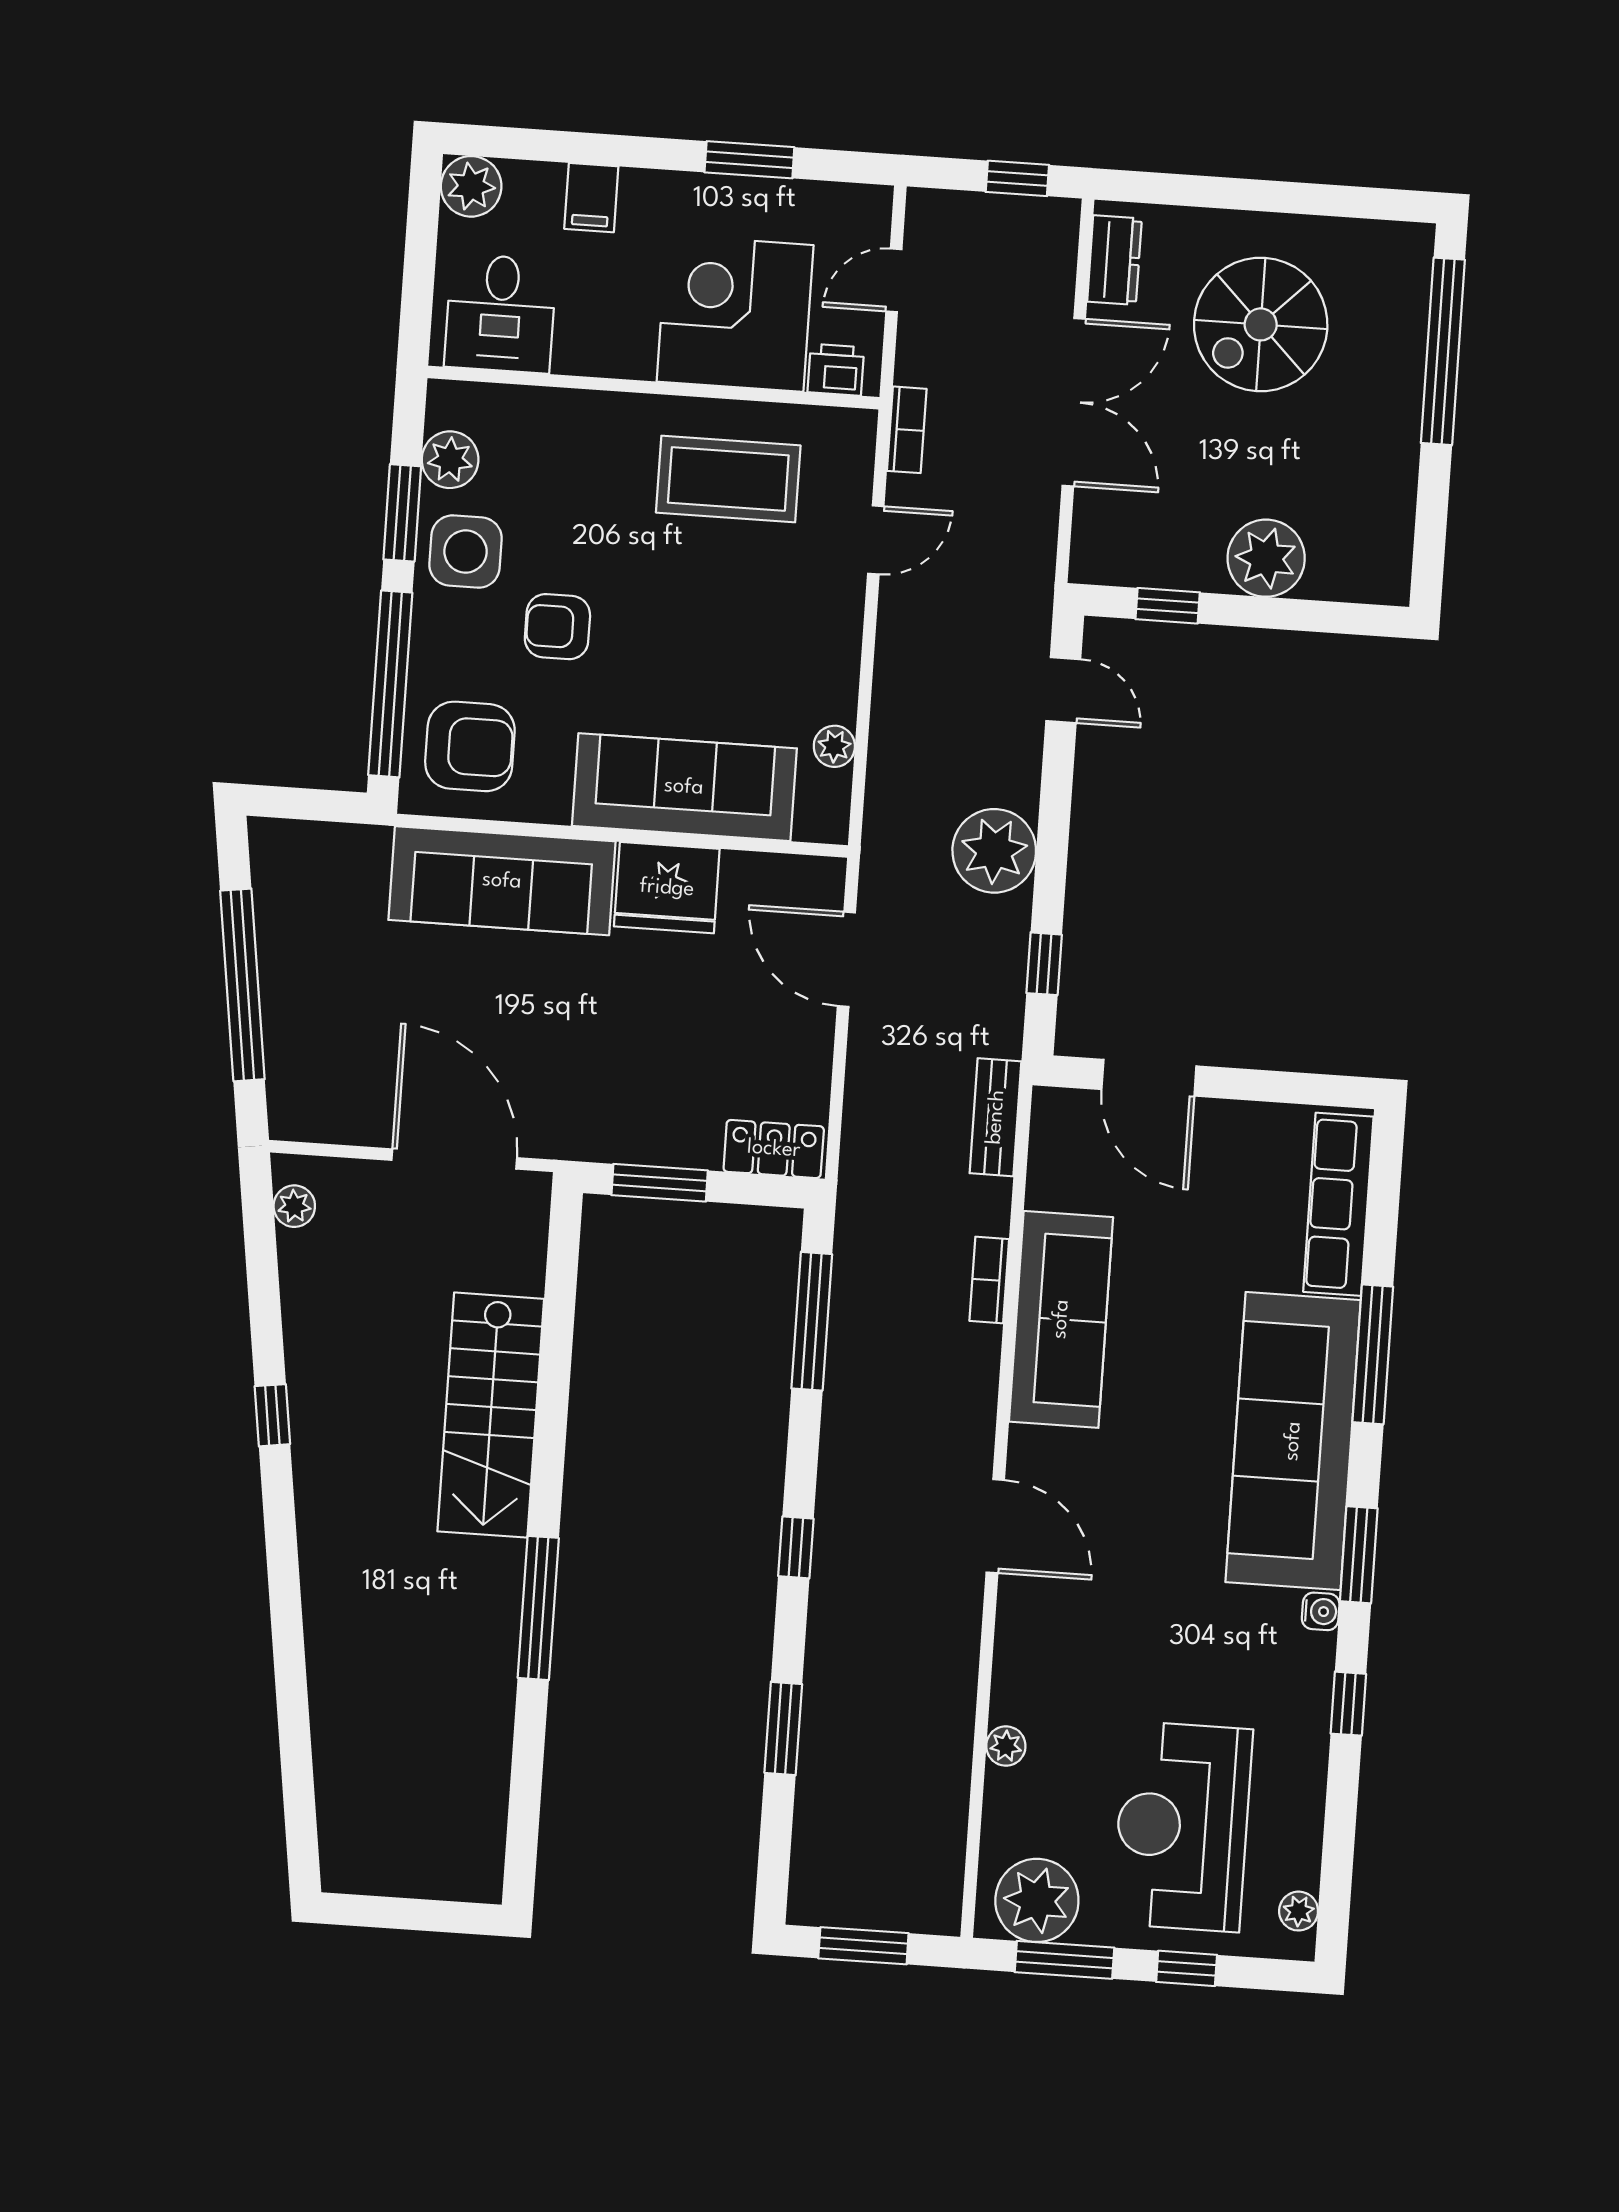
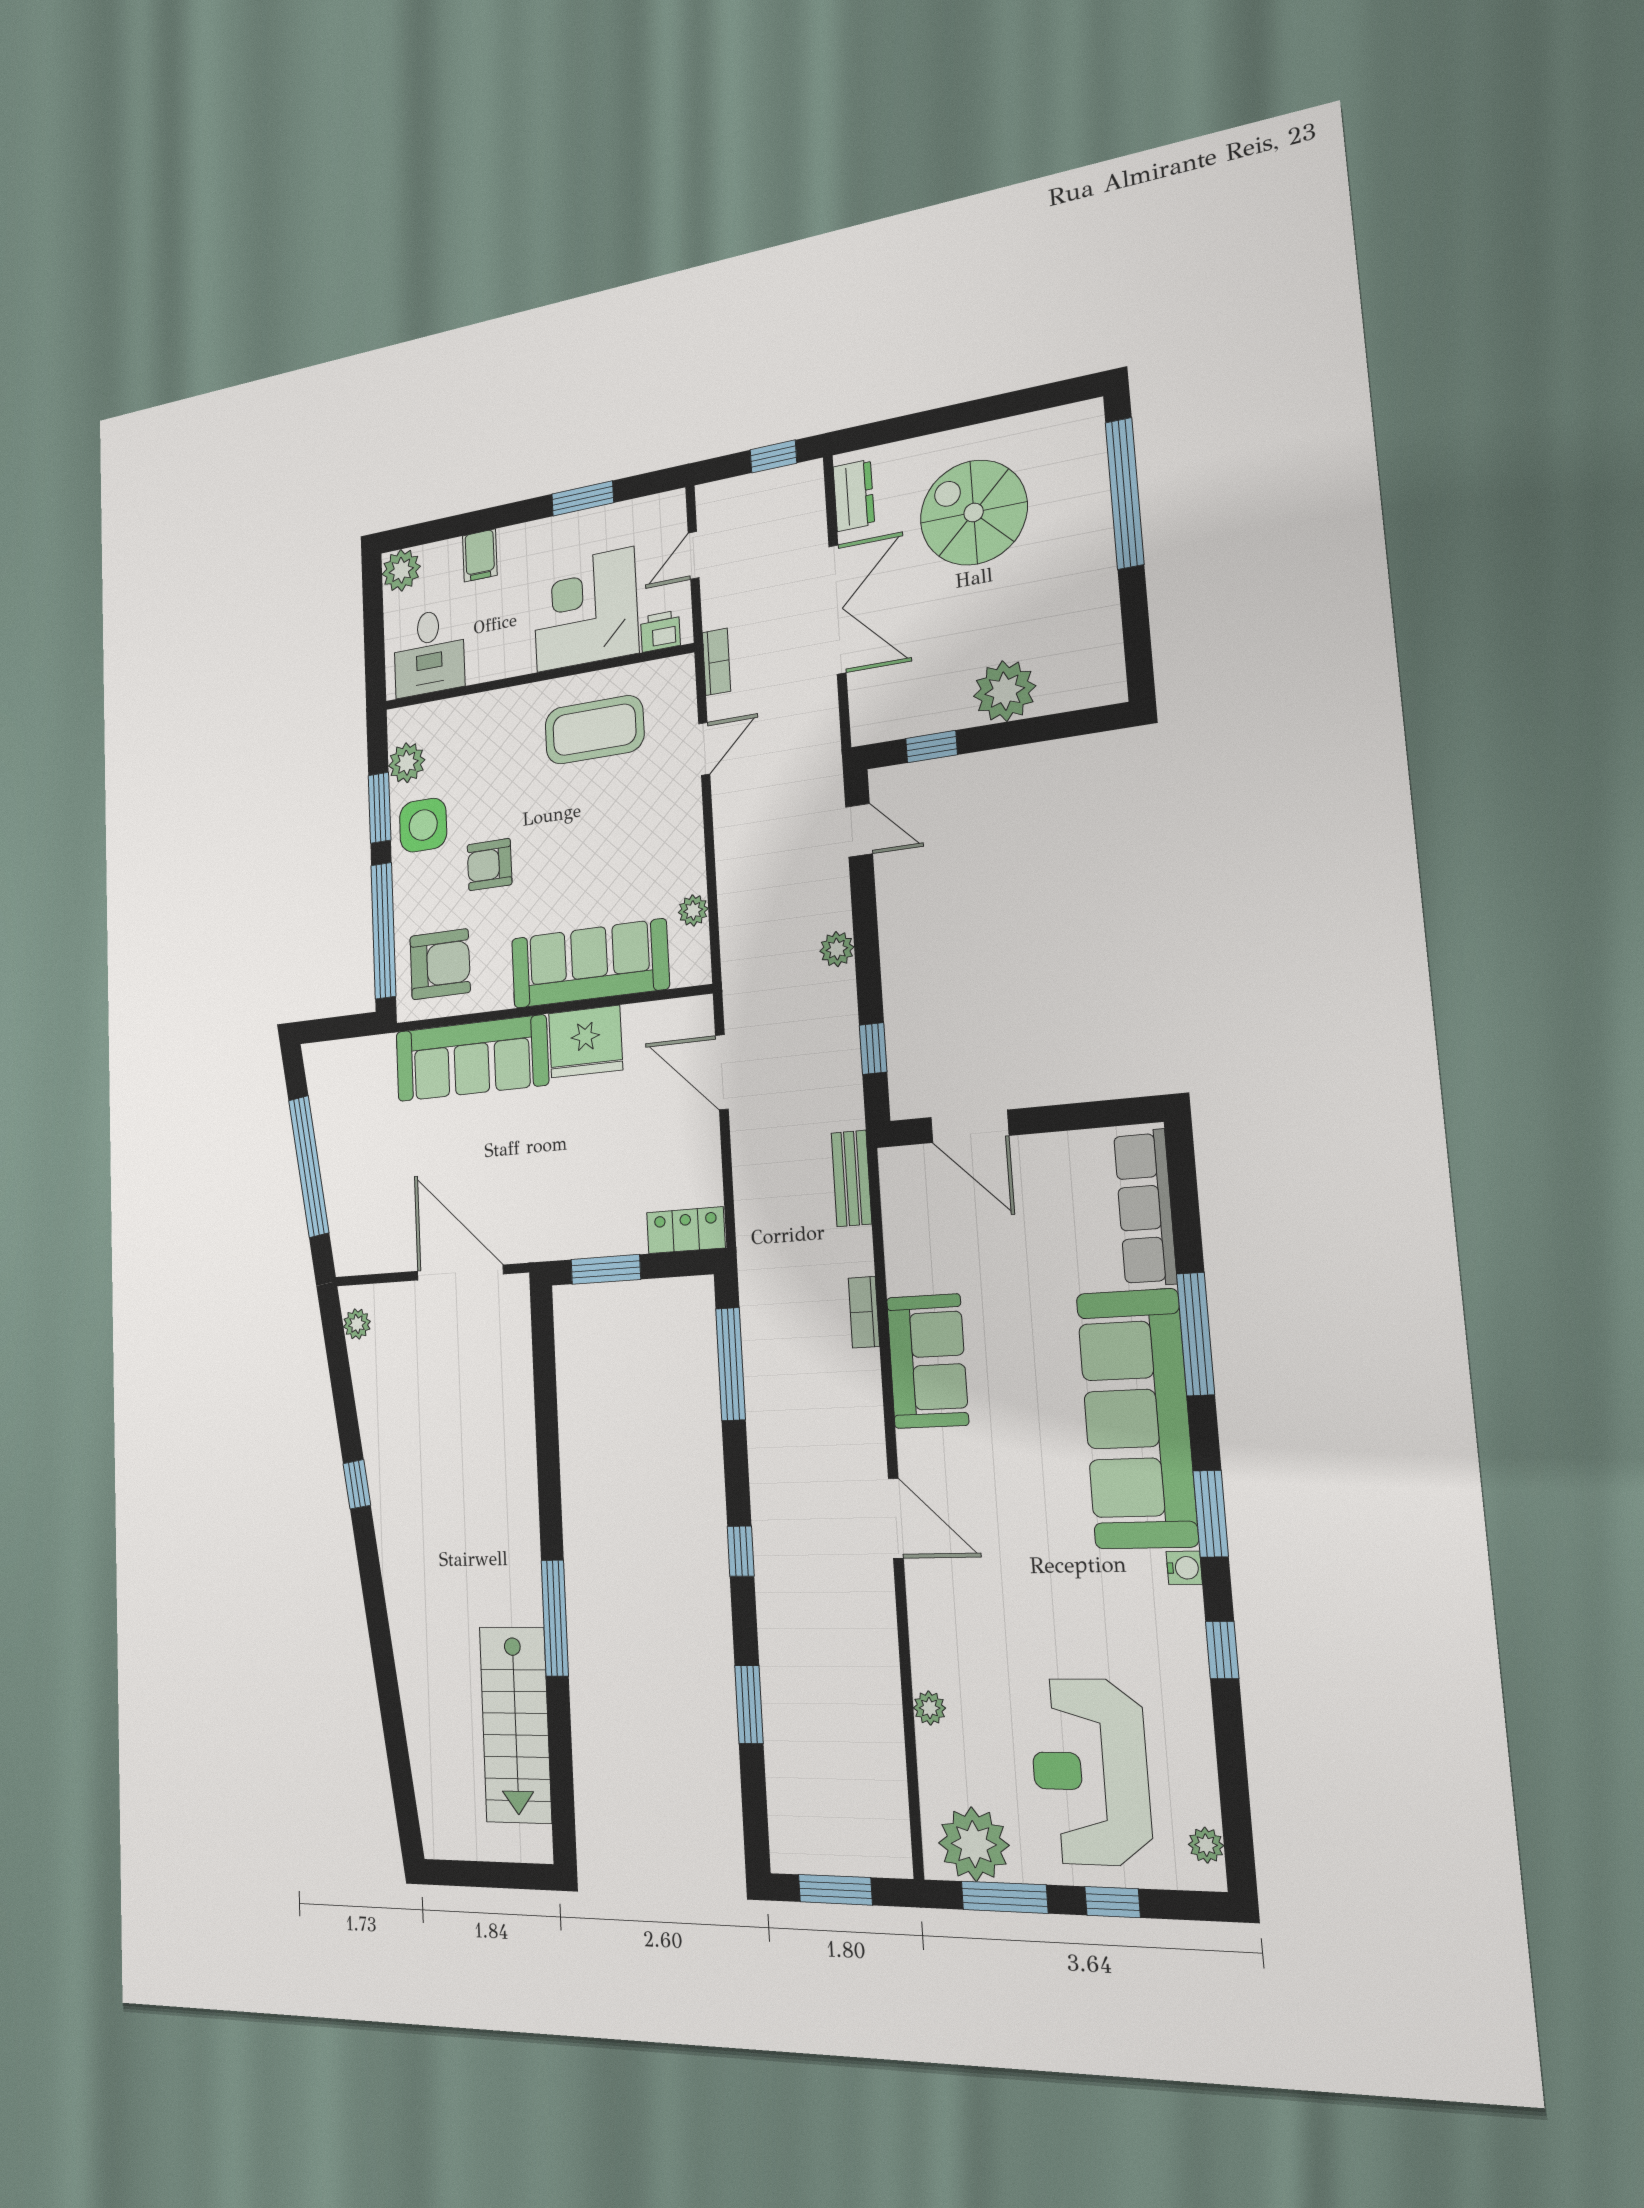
spiral stairs: (1261, 324) -> (974, 513), turned 90
plant: (994, 851) -> (837, 949), width x0.53, depth x0.53
sofa: (1061, 1319) -> (927, 1361), width x0.73
stairs: (491, 1415) -> (515, 1724), moved

